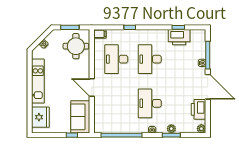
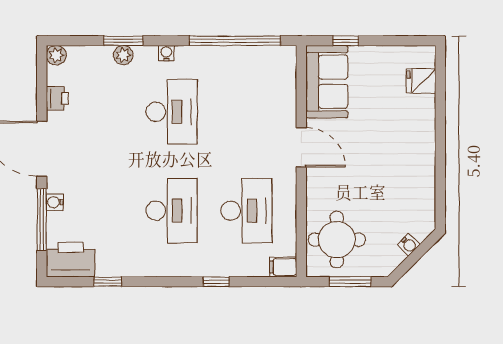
printer: (179, 37) -> (71, 260), moved
kitchen unit: (38, 81) -> (422, 162), removed
printer: (199, 109) -> (57, 98), width x0.53, depth x0.68
fridge: (40, 117) -> (421, 81), width x0.53, depth x0.75

